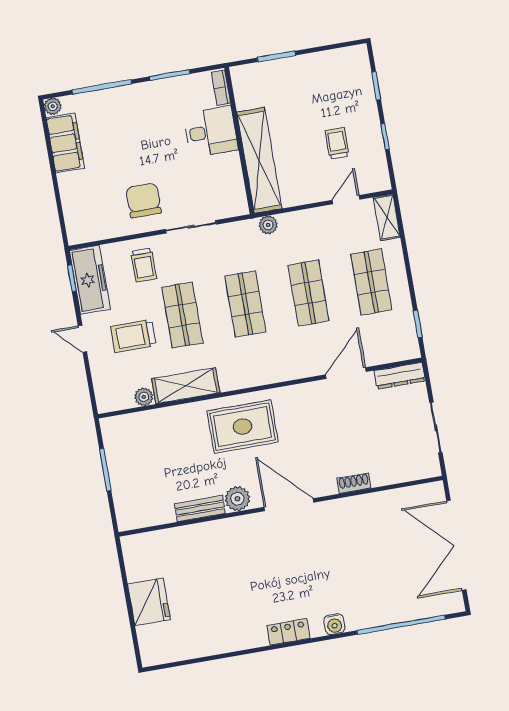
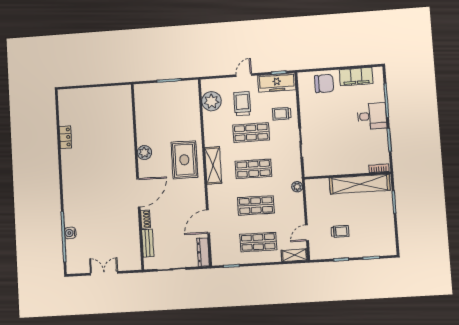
plant: (53, 106) -> (378, 72), removed
desk: (211, 132) -> (372, 116), moved, turned -90
shelving: (259, 160) -> (360, 184), moved
chair: (144, 200) -> (324, 84), moved
door: (346, 200) -> (307, 233), swing flipped
door: (346, 373) -> (208, 222), swing flipped
shelving: (186, 386) -> (213, 165), moved
plant: (144, 397) -> (212, 101), width x1.88, depth x1.88
door: (289, 505) -> (138, 193), moved
bench: (200, 509) -> (148, 243), moved
double door: (456, 545) -> (104, 273), width x0.54
fridge: (149, 602) -> (93, 97), removed
water cooler: (334, 624) -> (70, 233), moved
locker: (288, 632) -> (65, 137), moved

